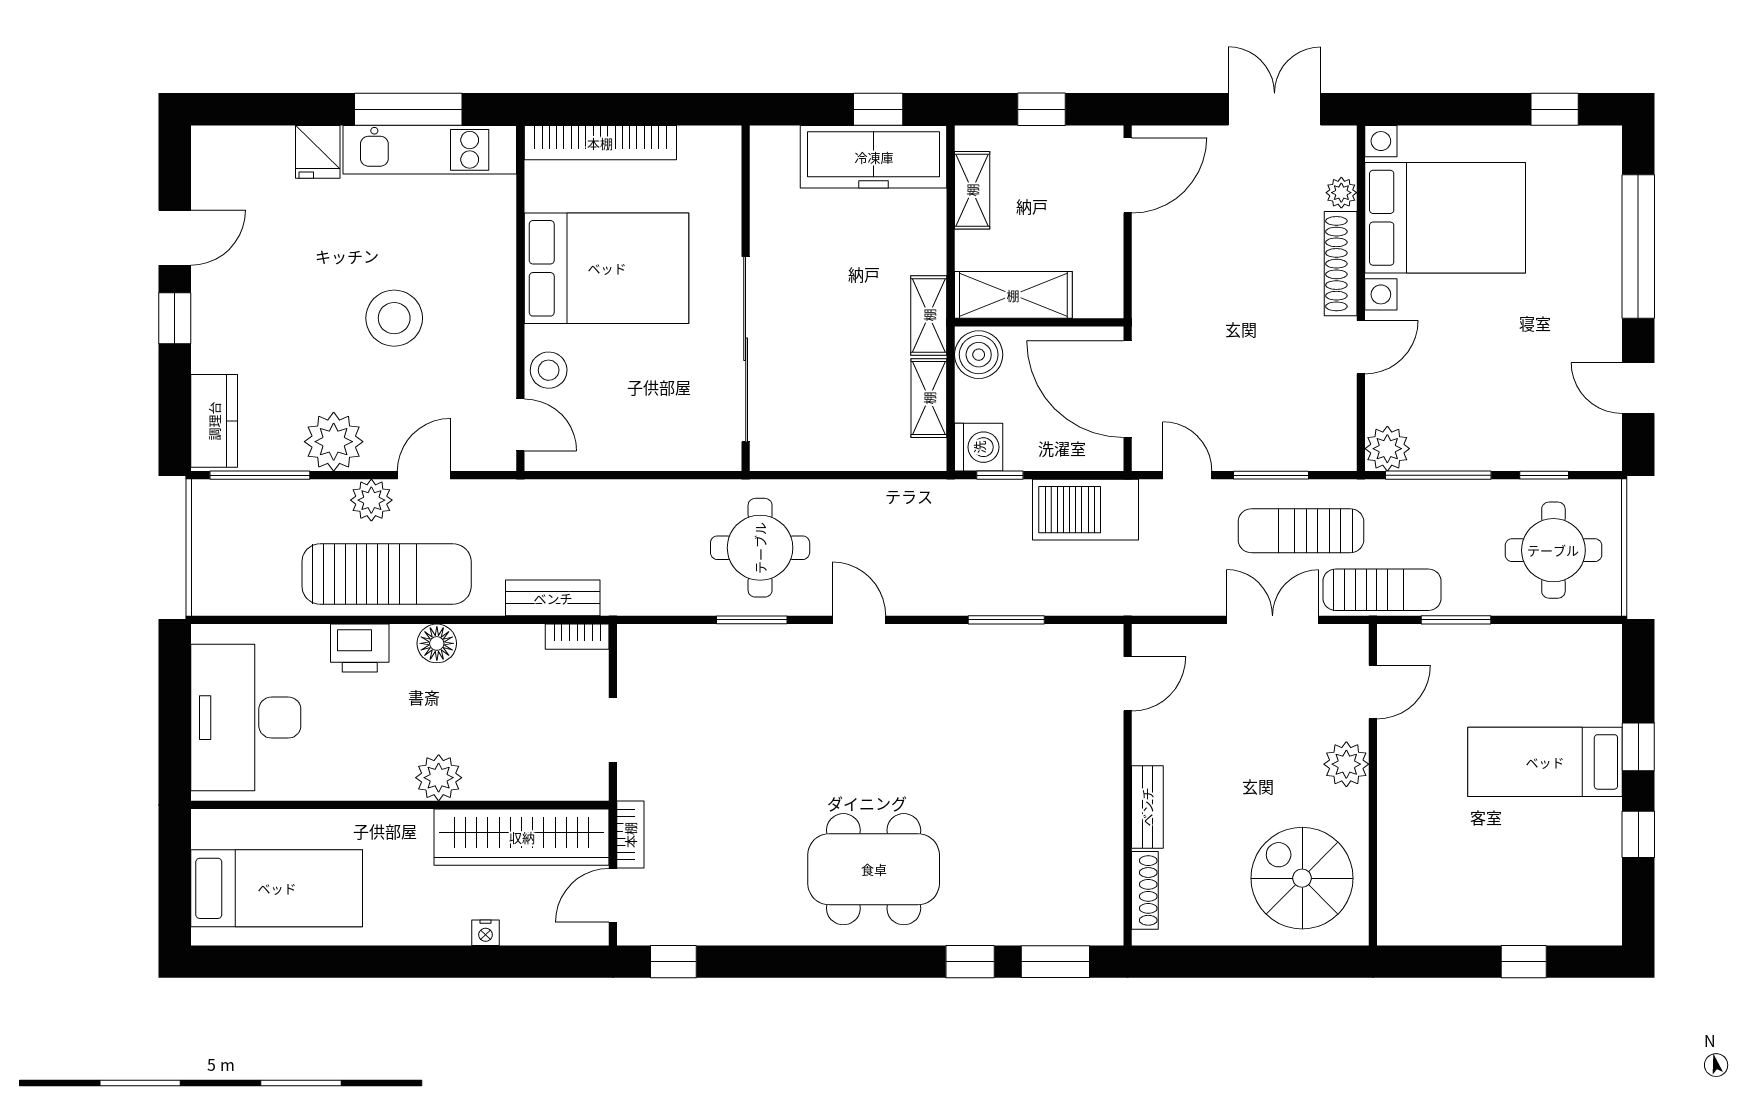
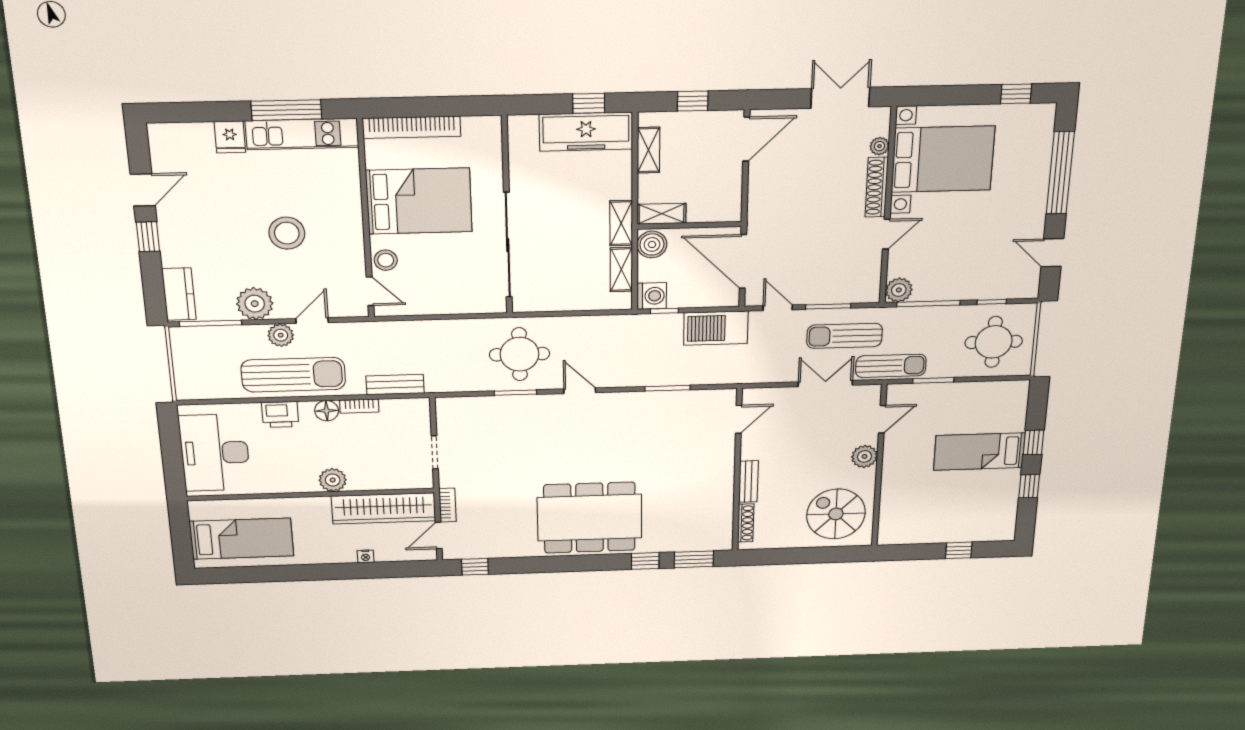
shelving: (1013, 295) -> (662, 214), width x0.67, depth x0.75
bookcase: (577, 637) -> (359, 406), moved
dining table: (874, 869) -> (590, 518), width x1.36, depth x1.24

